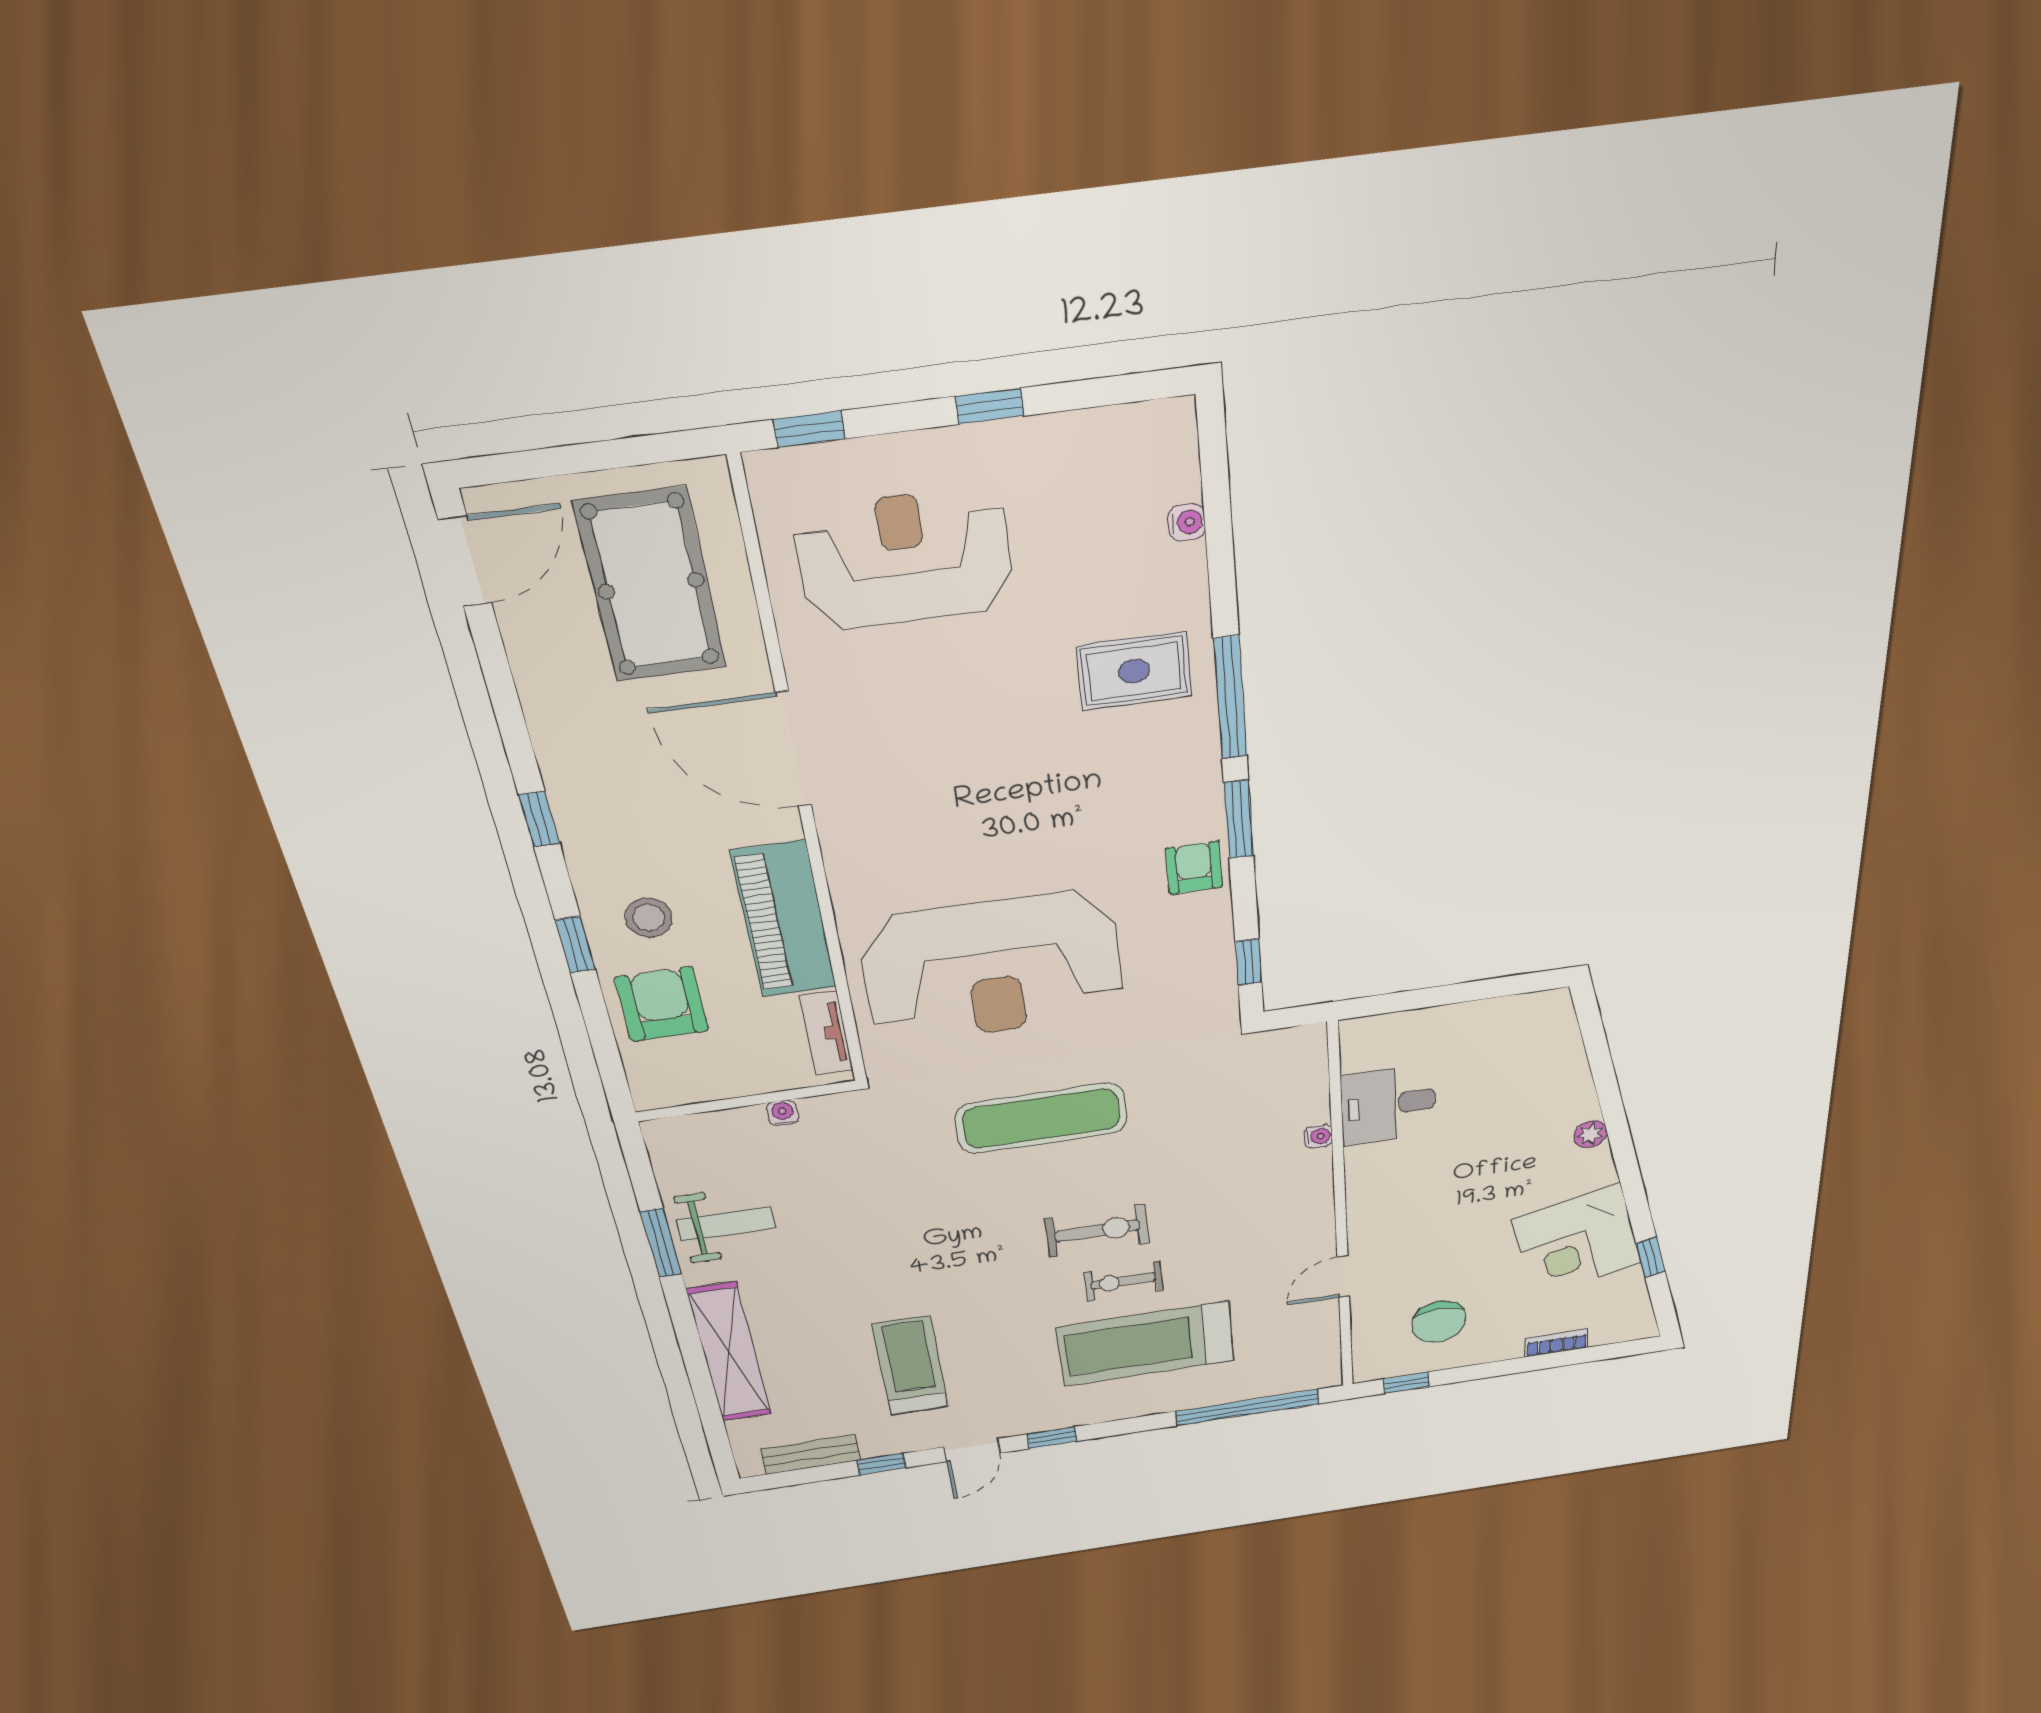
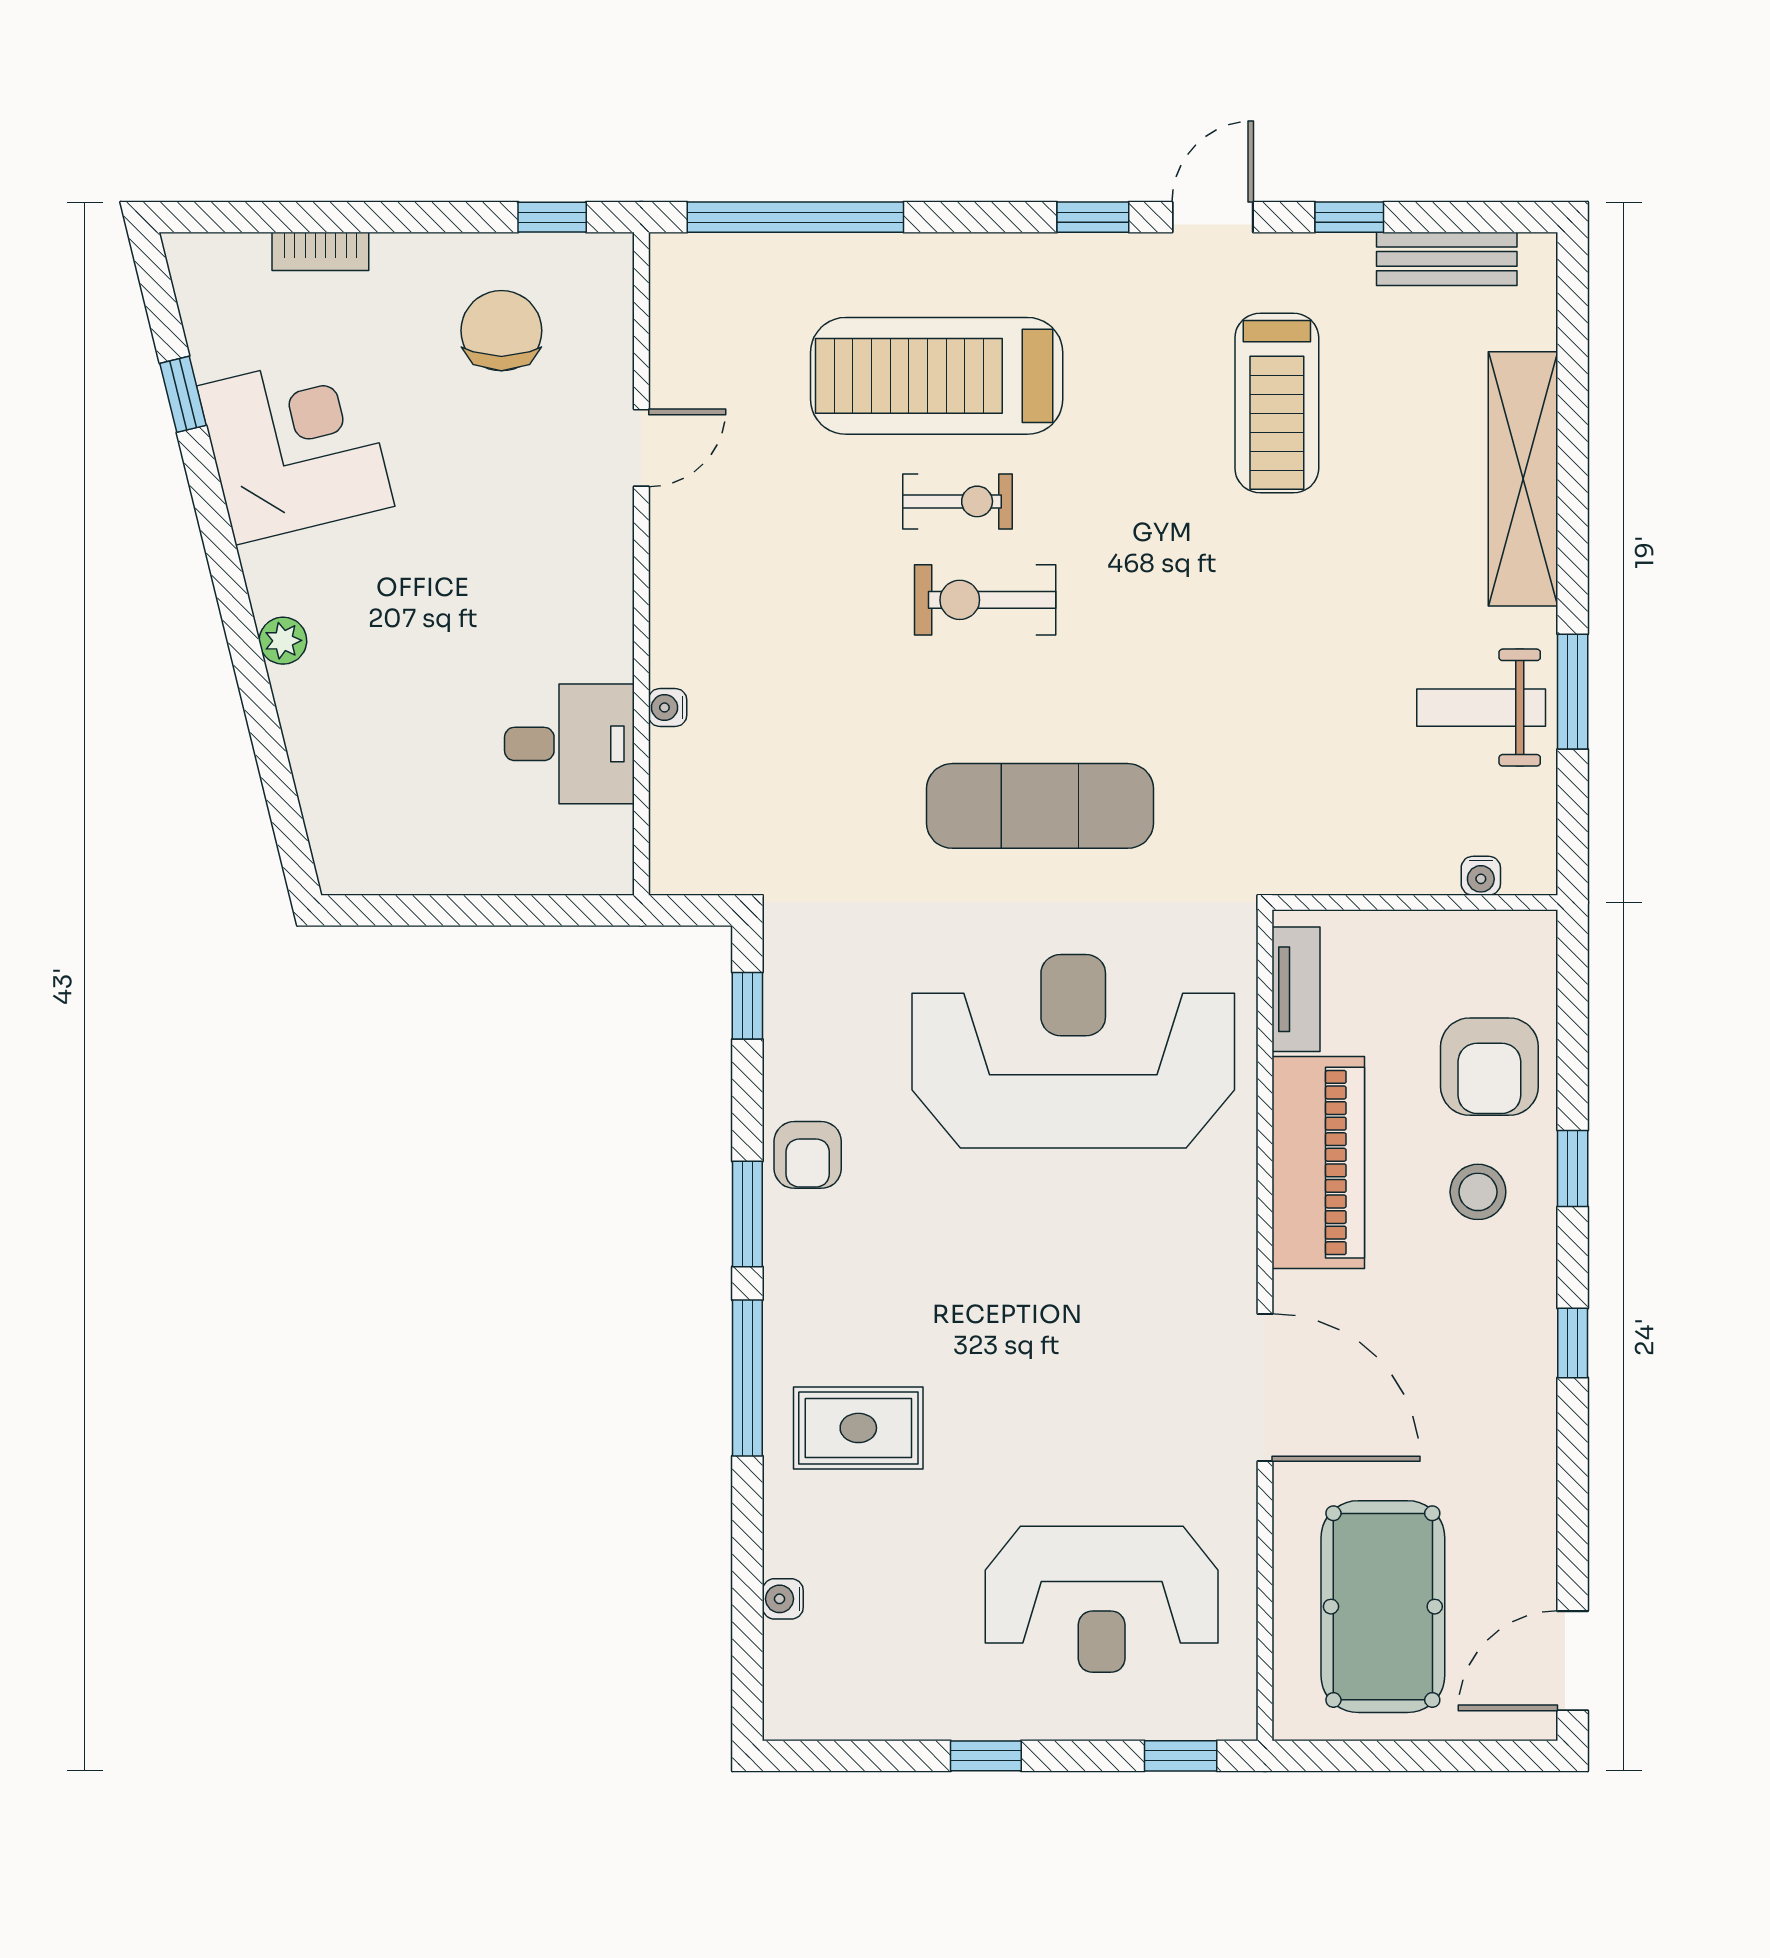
water cooler: (783, 1113) -> (1481, 876), moved
treadmill: (1146, 1344) -> (937, 376), turned 180

